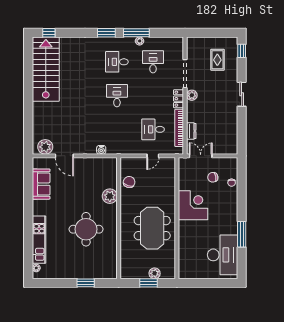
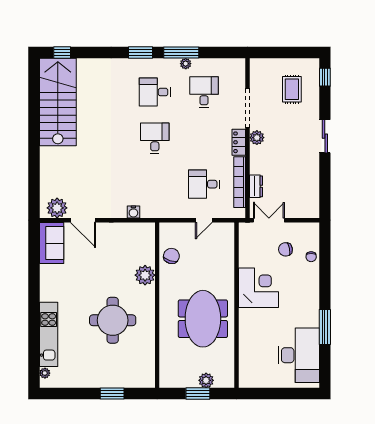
sofa: (41, 184) -> (52, 243), moved

